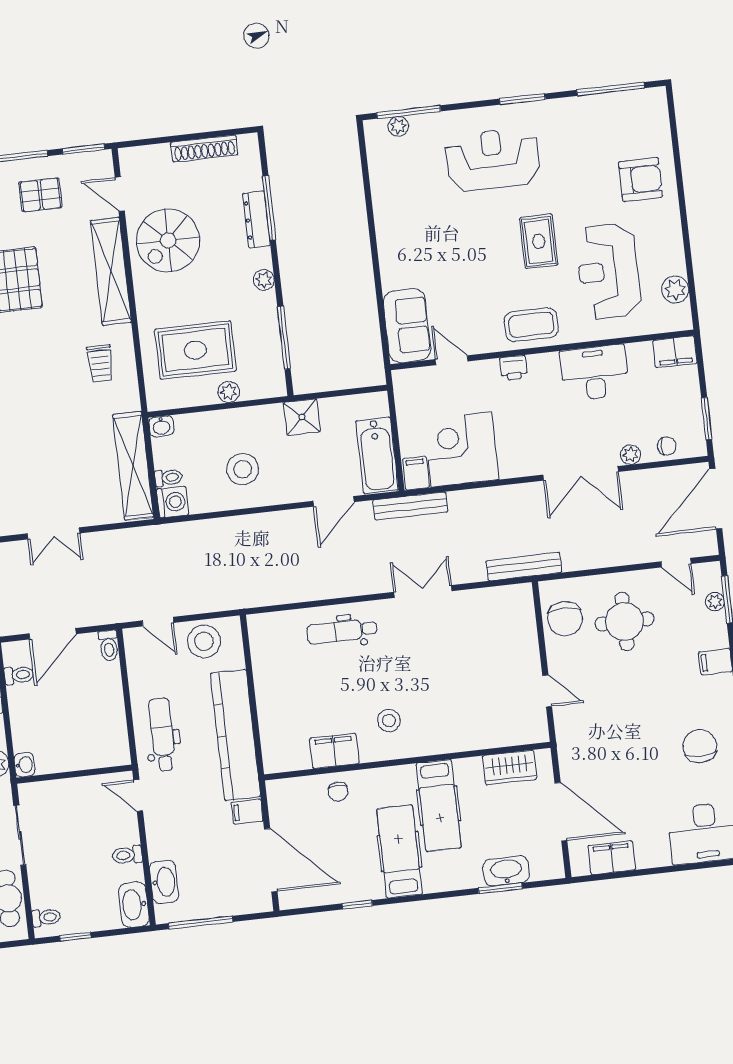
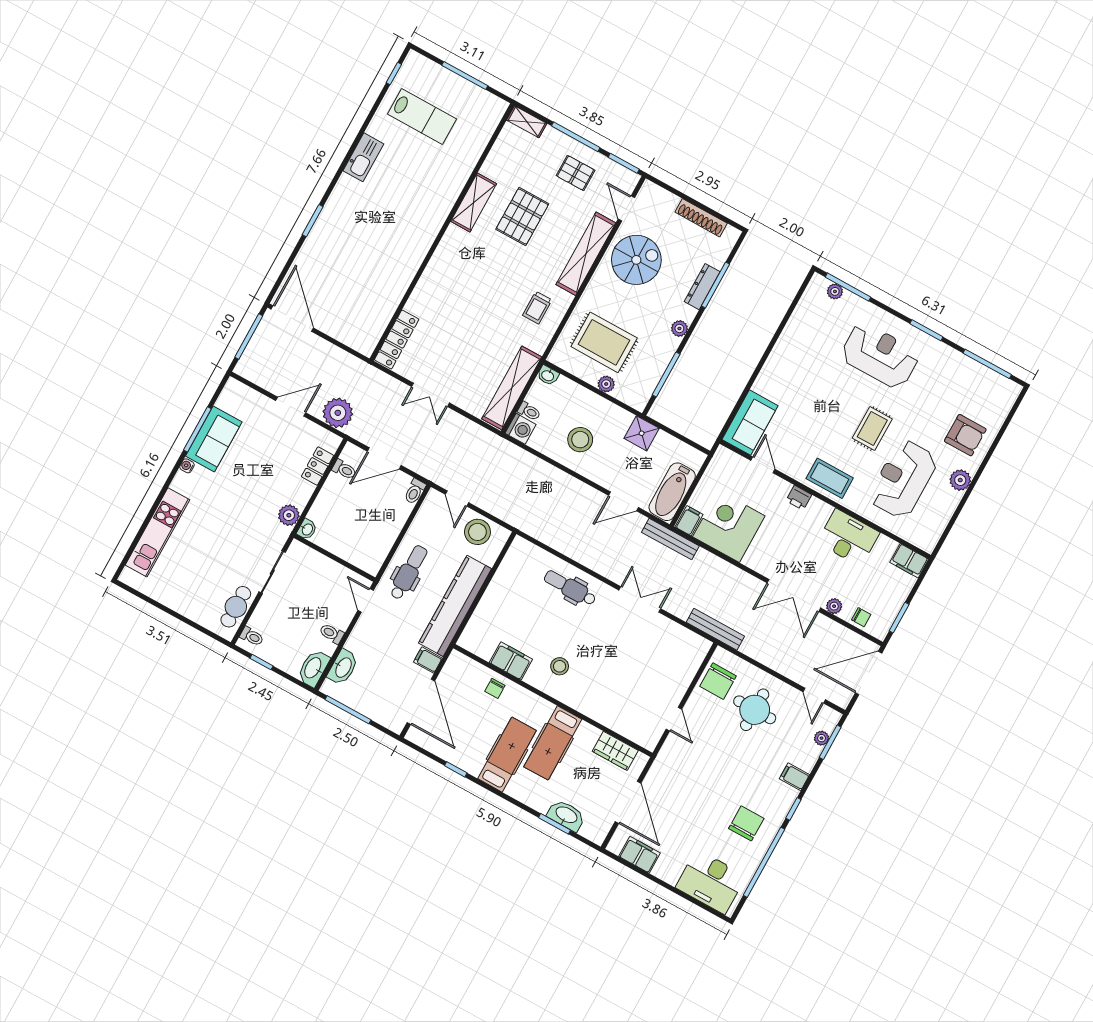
spiral stairs: (168, 240) -> (636, 260), turned 180
plant: (675, 289) -> (960, 480), moved

